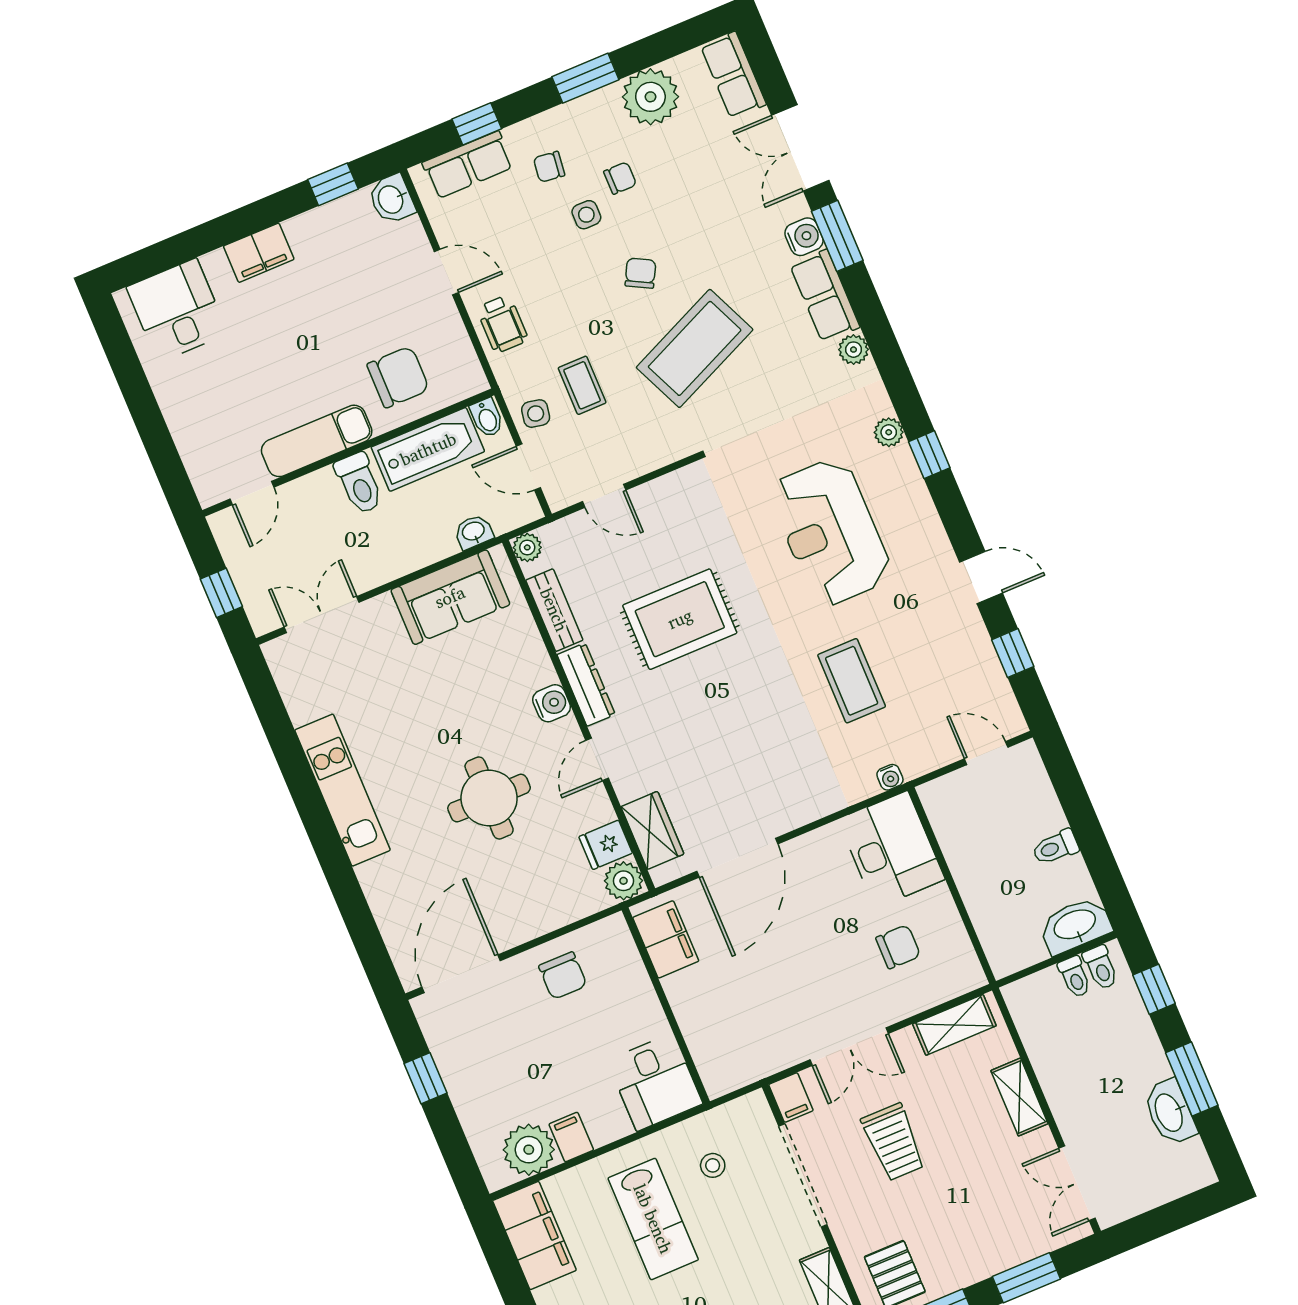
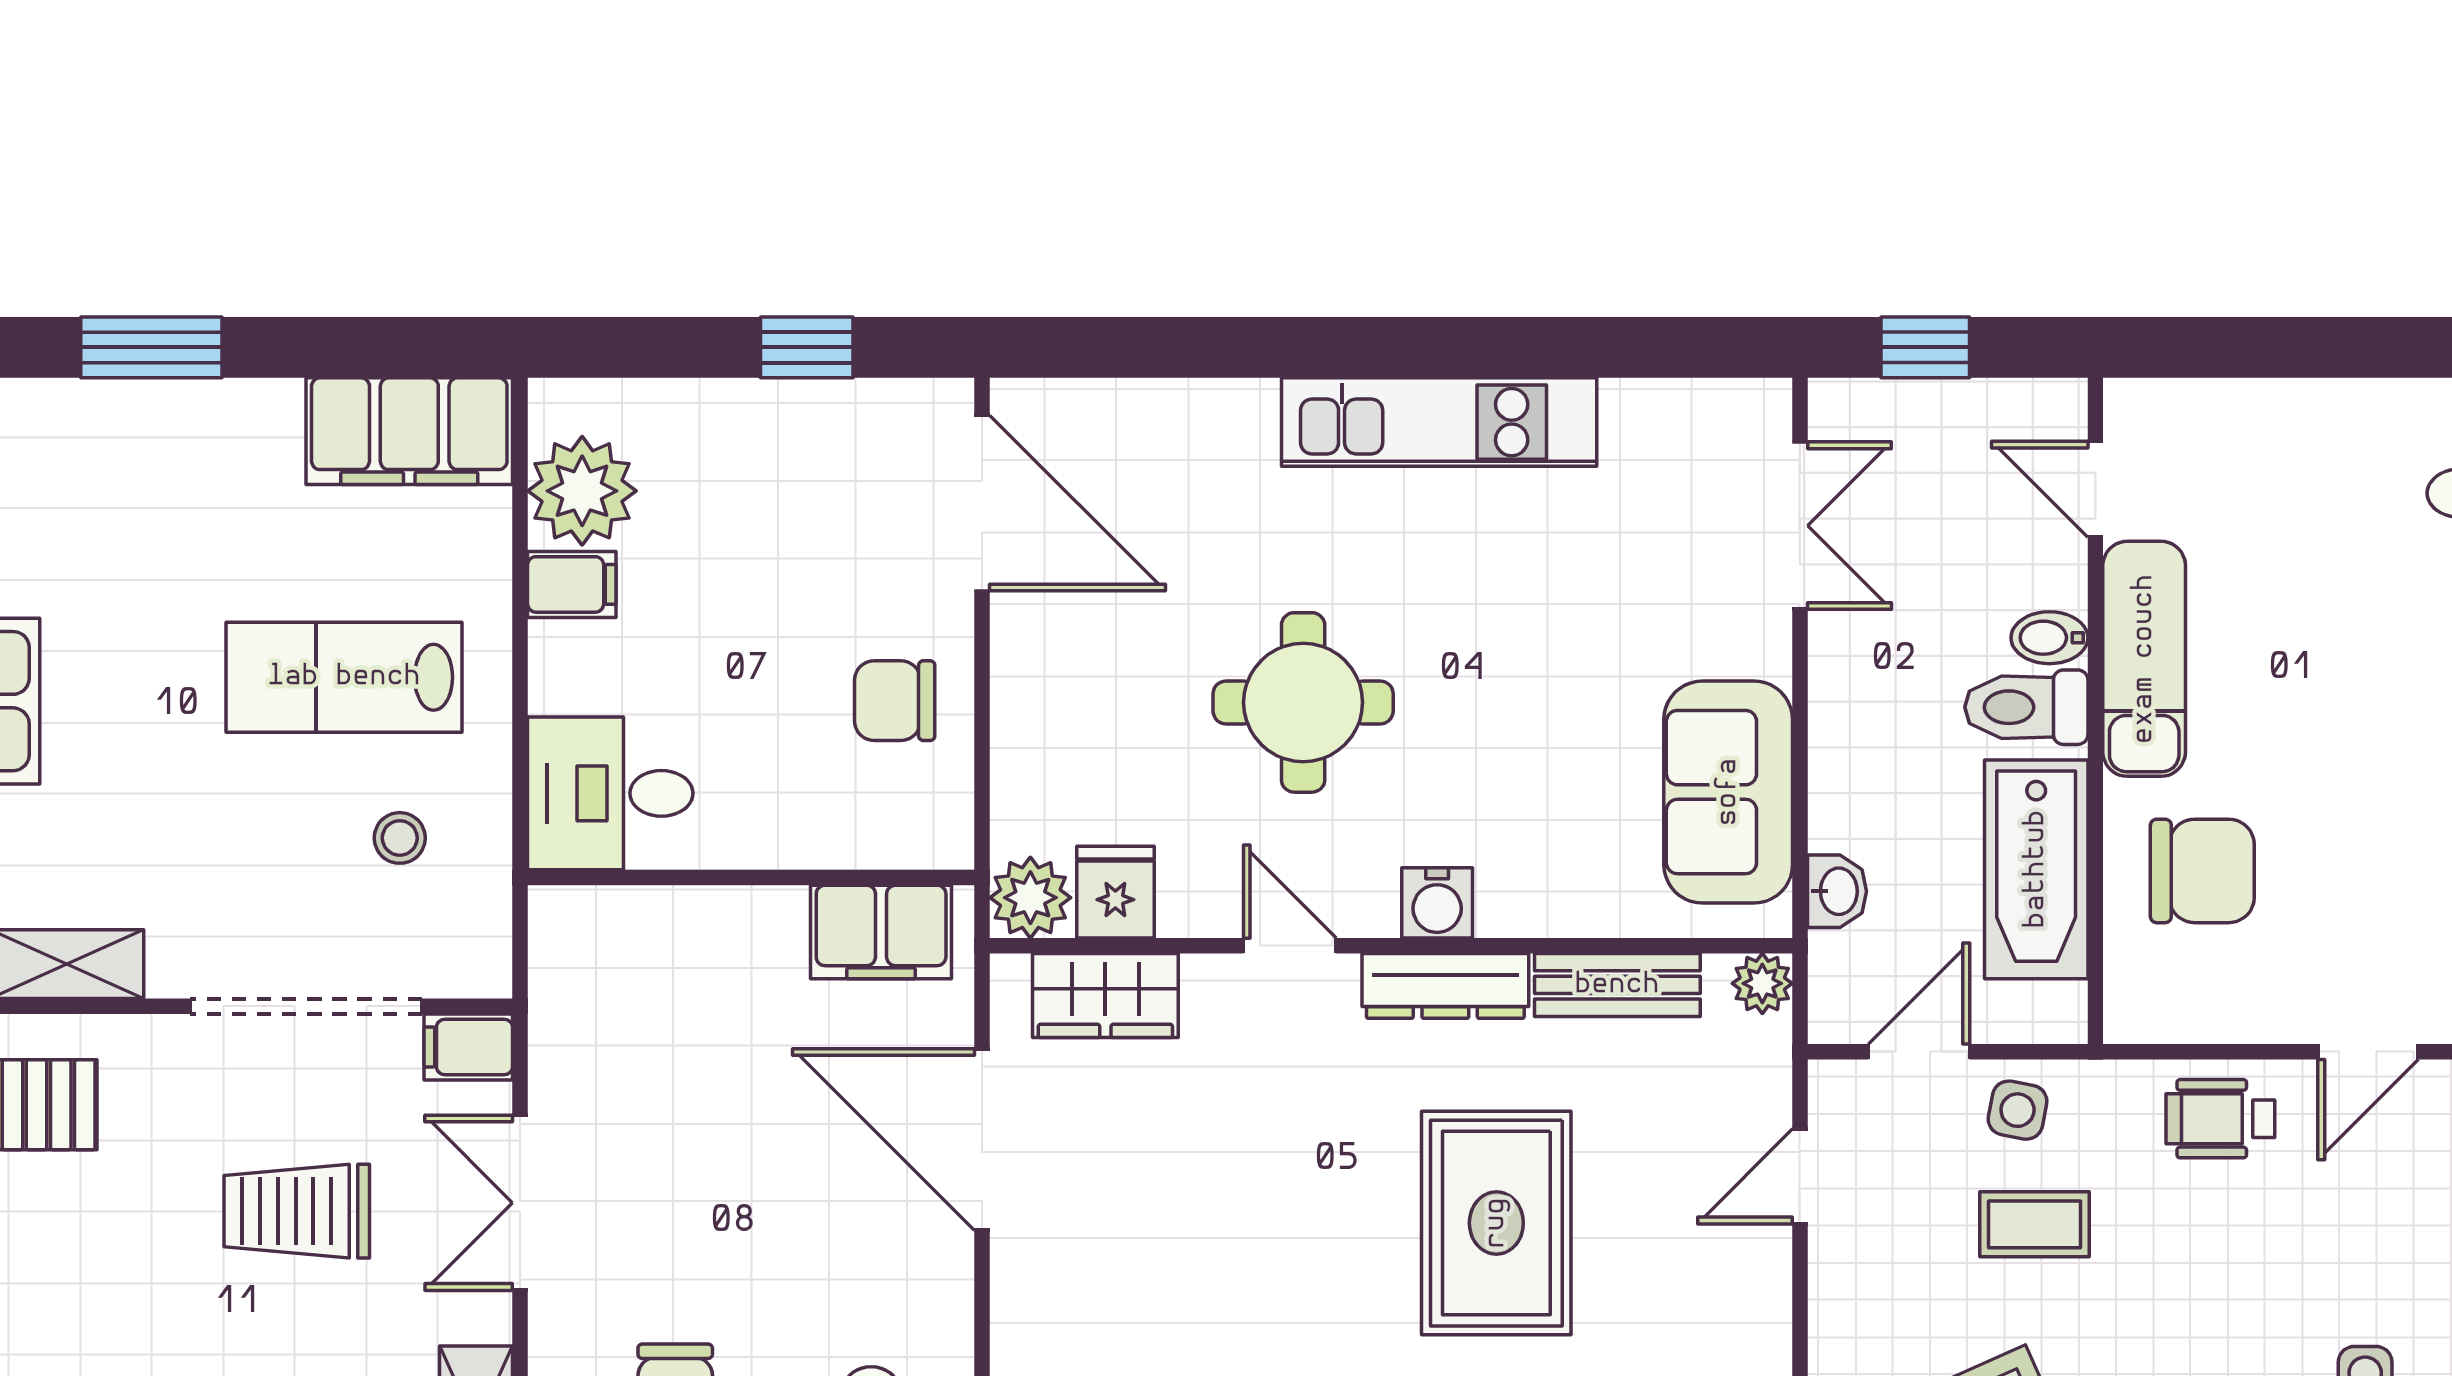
chair: (398, 377) -> (2202, 871), turned -90
bidet: (487, 418) -> (2049, 638), moved

